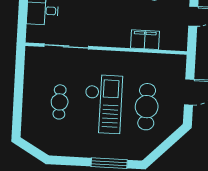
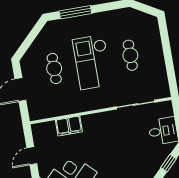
cafe table: (147, 107) -> (54, 68), width x0.73, depth x0.74

